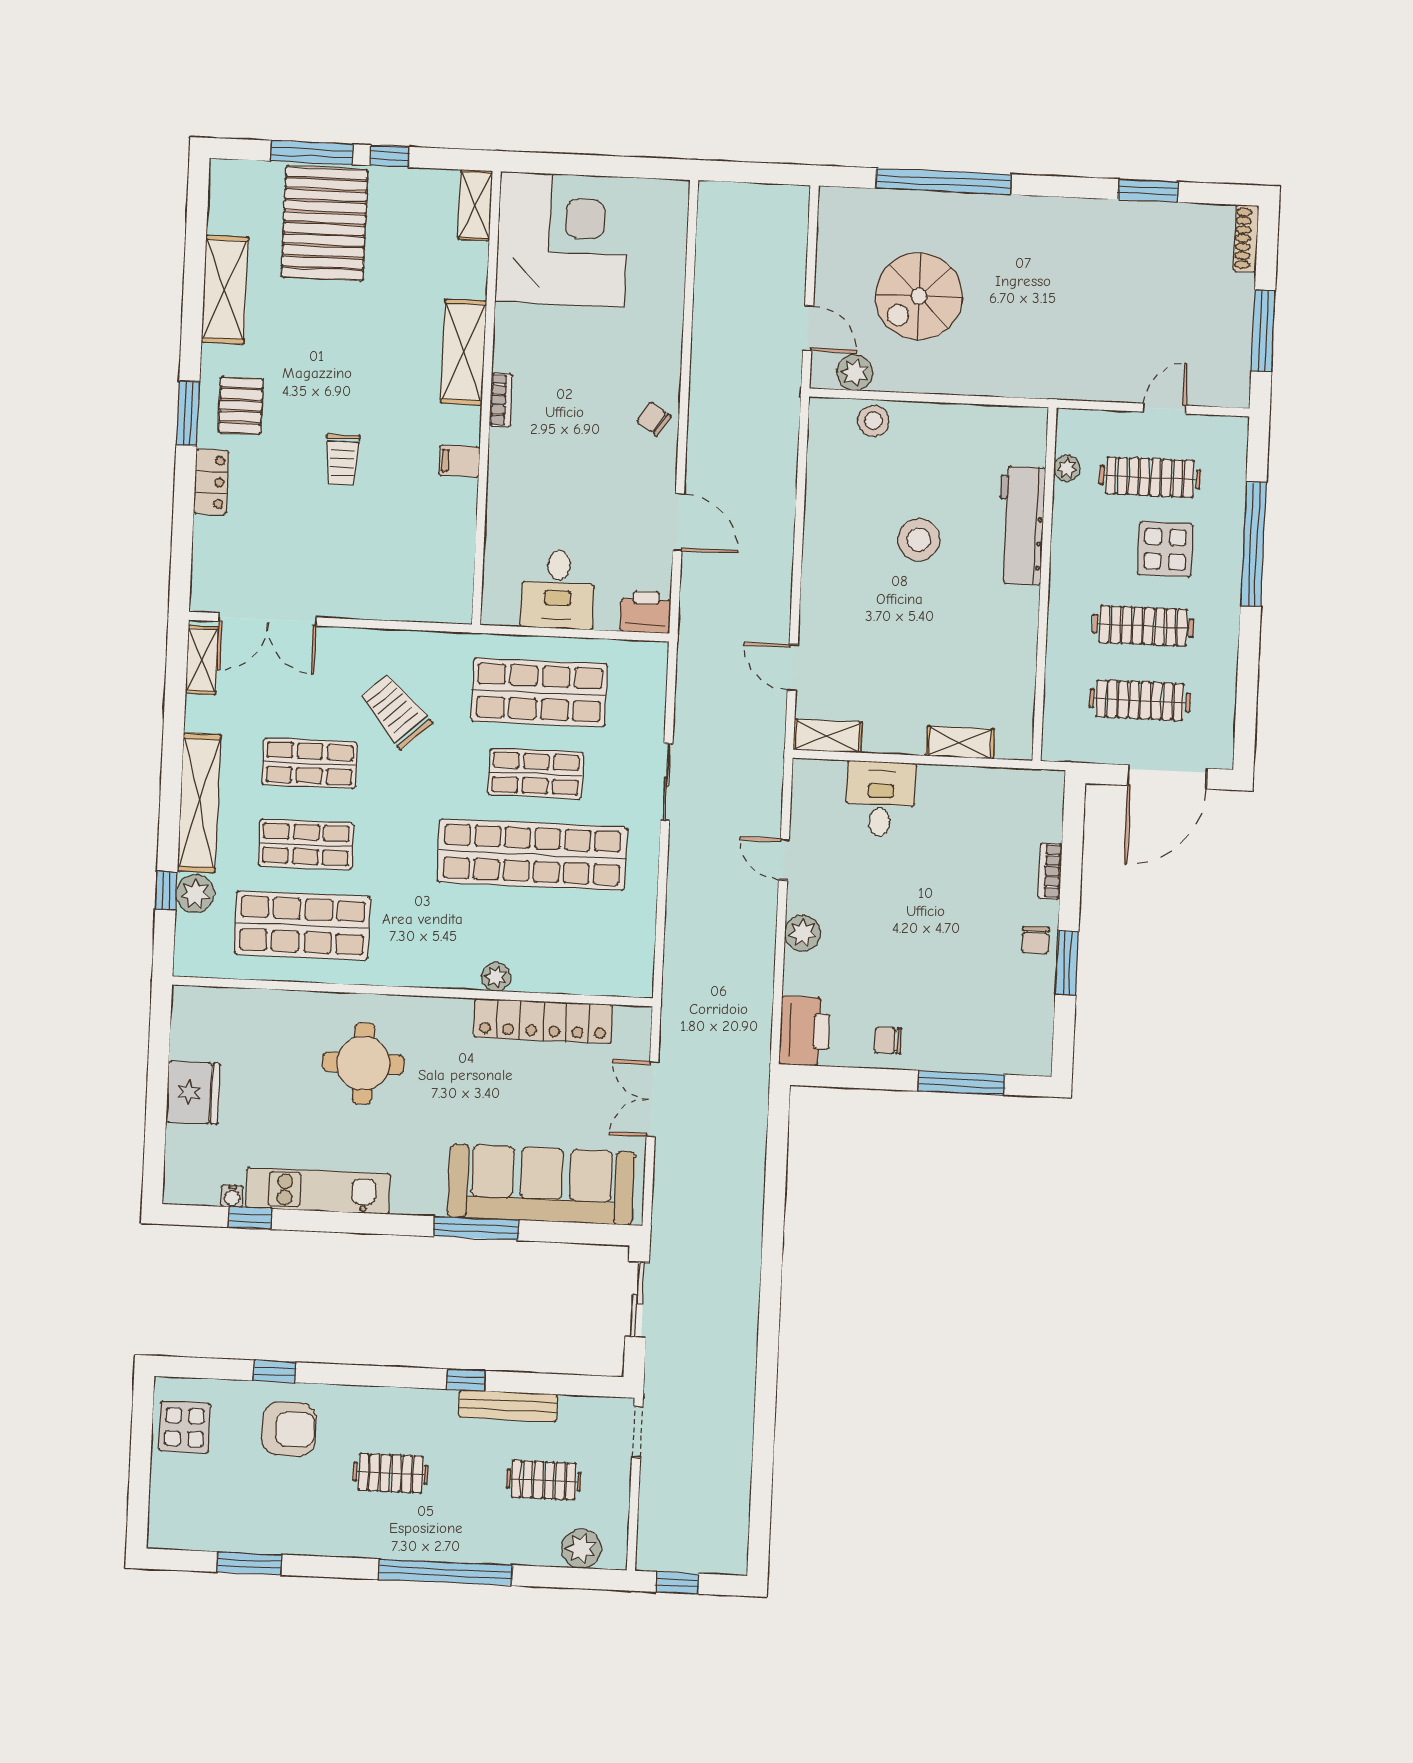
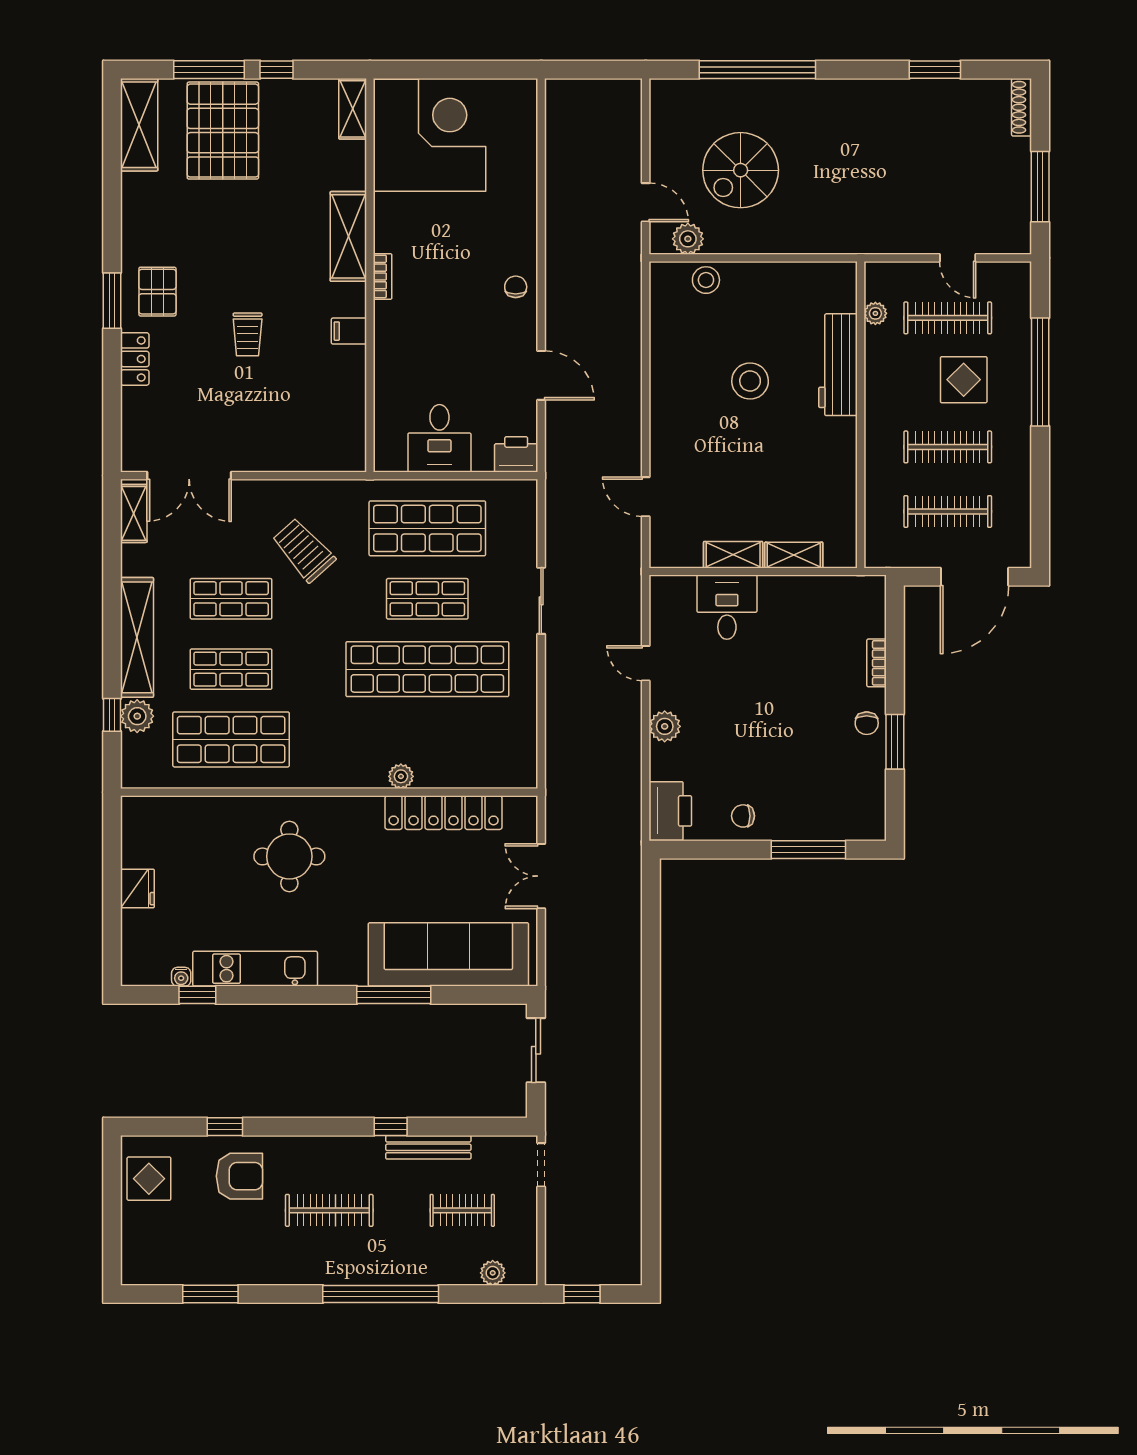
shelving: (225, 289) -> (139, 125), moved
door: (1165, 409) -> (958, 258), swing flipped
chair: (654, 419) -> (516, 287), turned 57
shelving: (828, 736) -> (733, 555), moved
fridge: (193, 1093) -> (137, 889), width x0.73, depth x0.75
clothes rail: (391, 1473) -> (329, 1210), width x1.36
plant: (581, 1549) -> (493, 1273), width x0.73, depth x0.73

